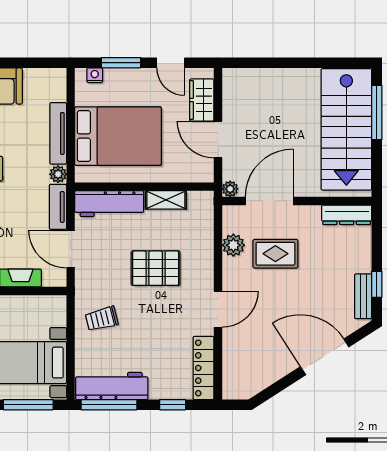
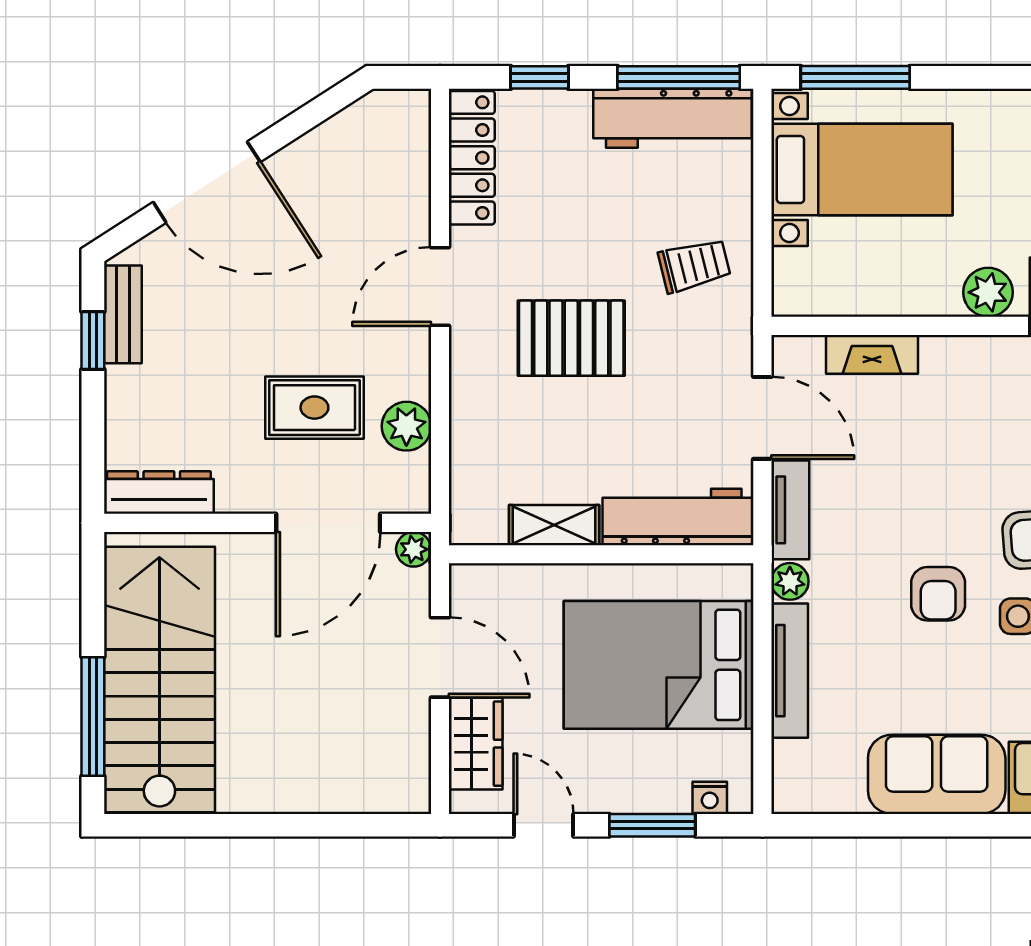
pallet: (156, 268) -> (571, 338), moved

